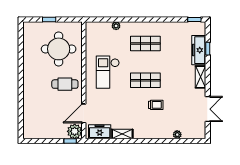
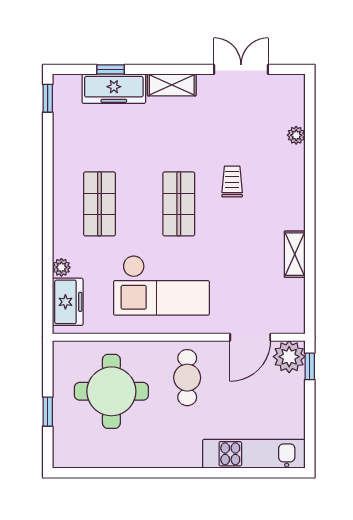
checkout: (108, 72) -> (161, 285), width x1.36, depth x1.21
door: (84, 113) -> (250, 337), hinge flipped
kitchen unit: (30, 115) -> (254, 454), added
freezer: (100, 132) -> (68, 302), moved, turned 180

